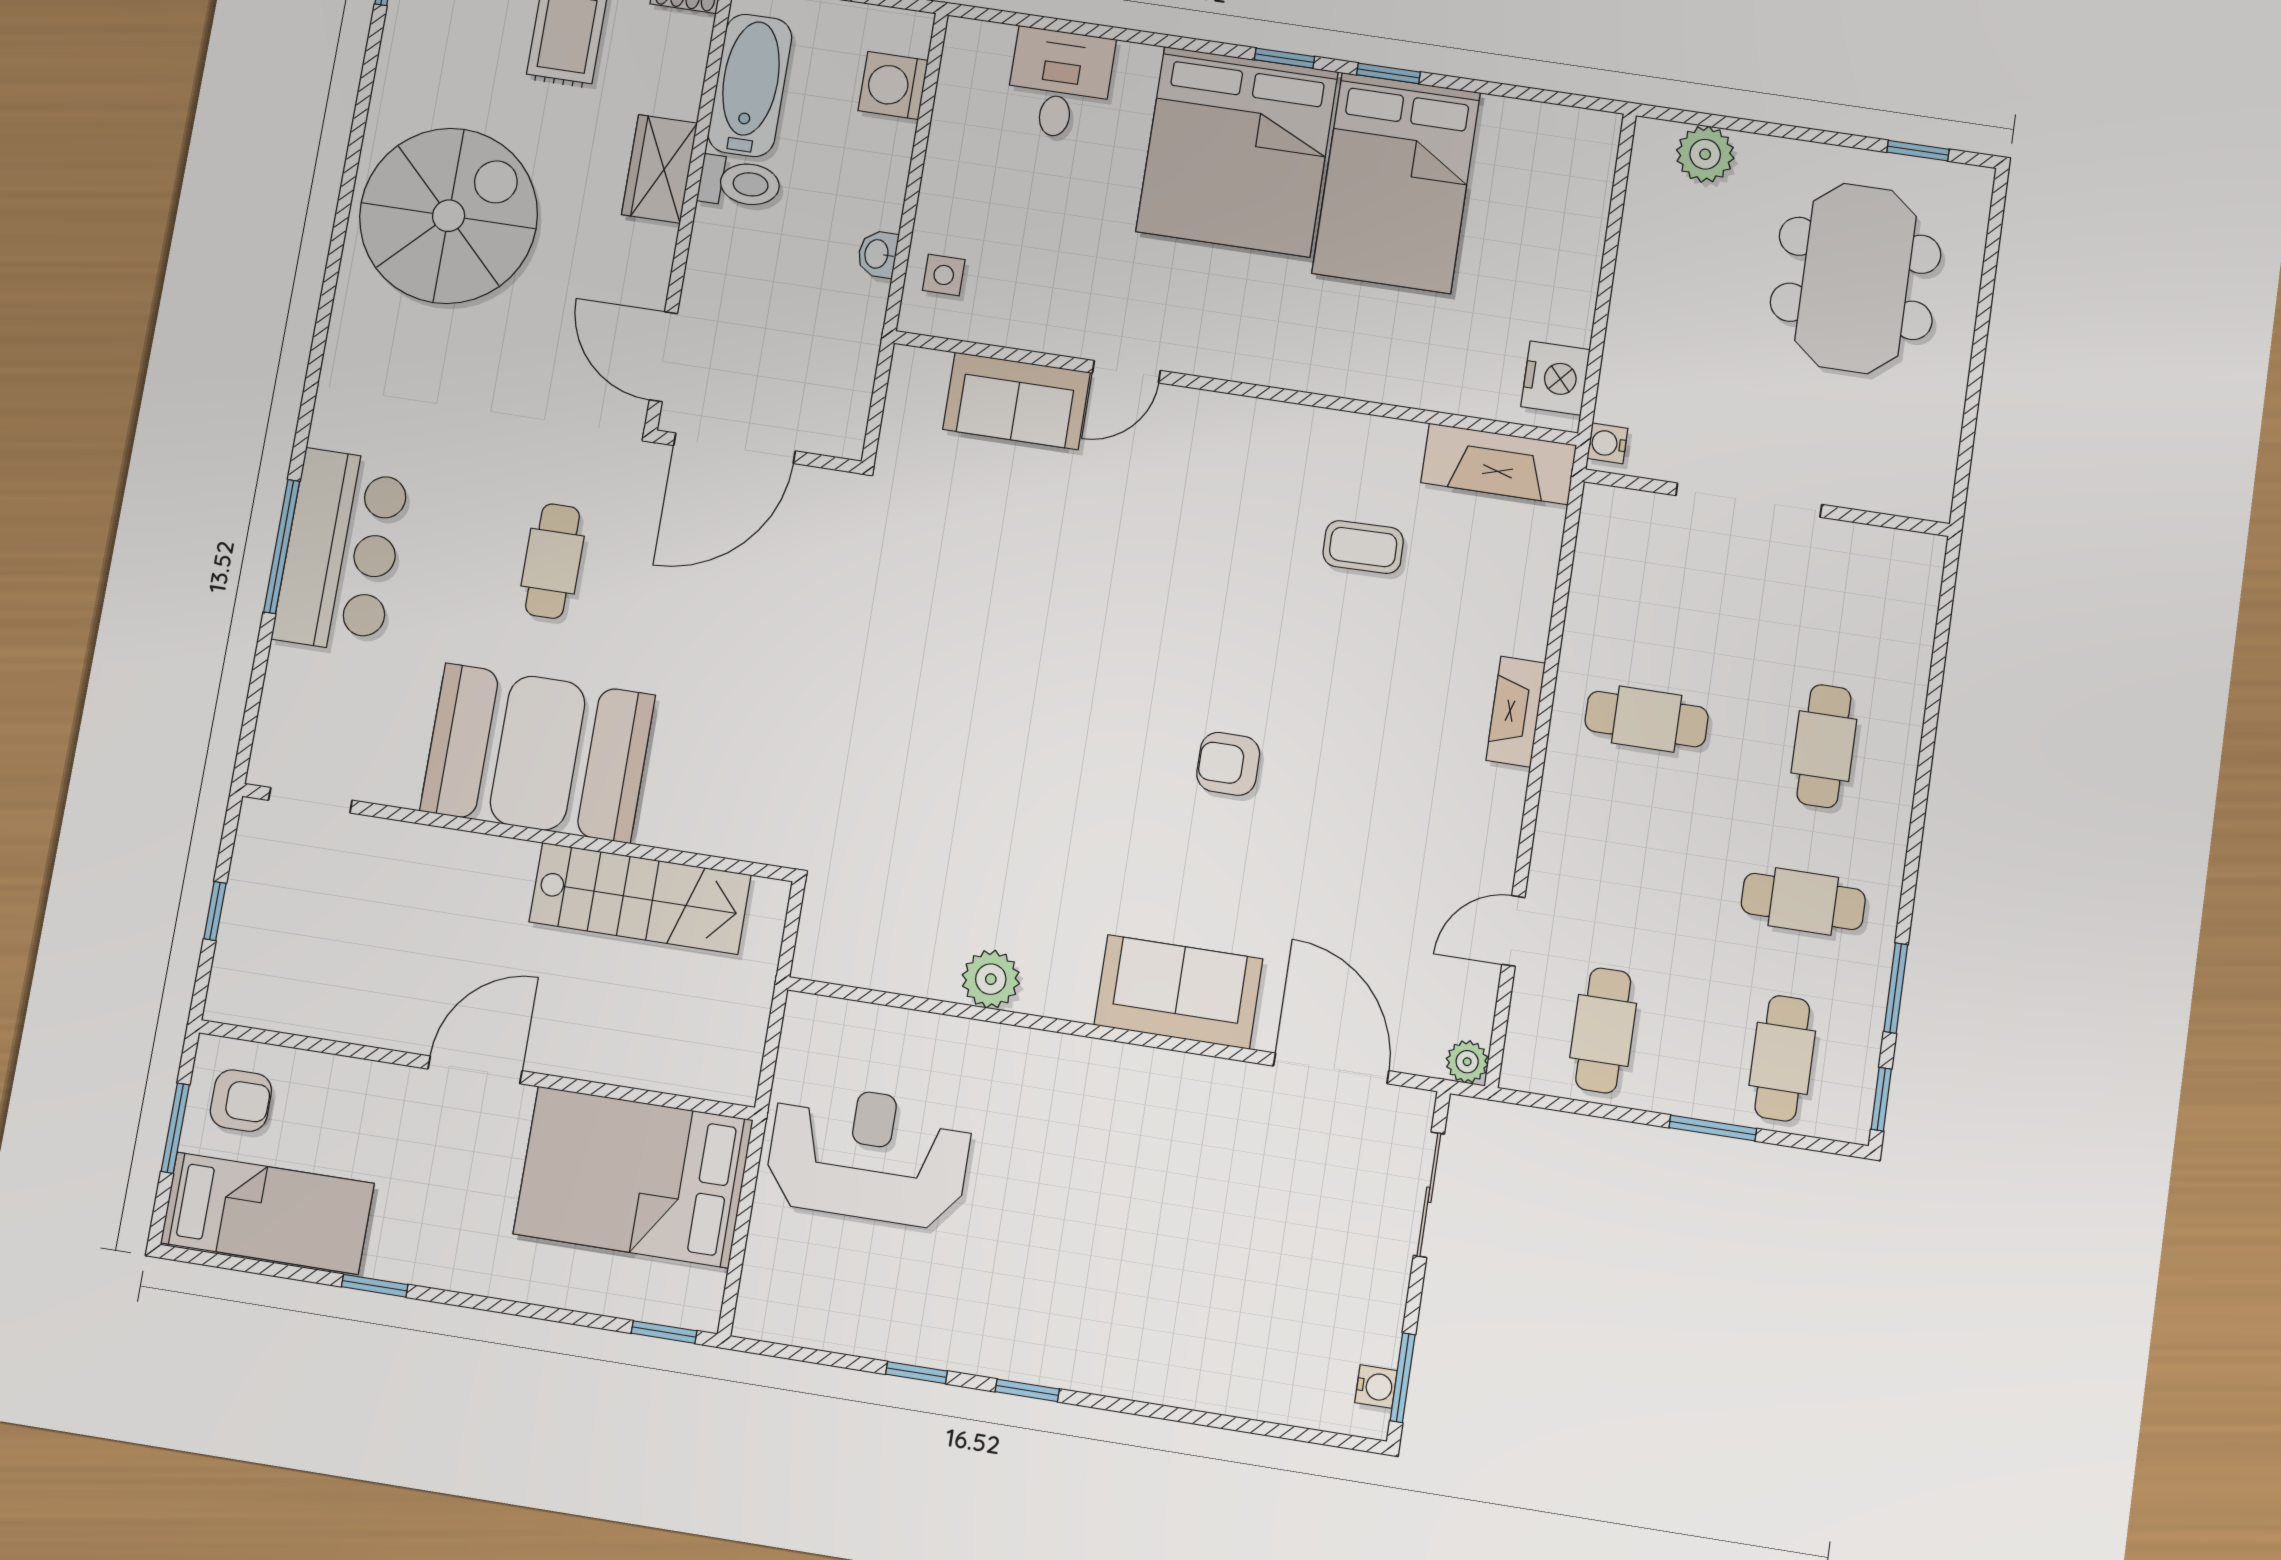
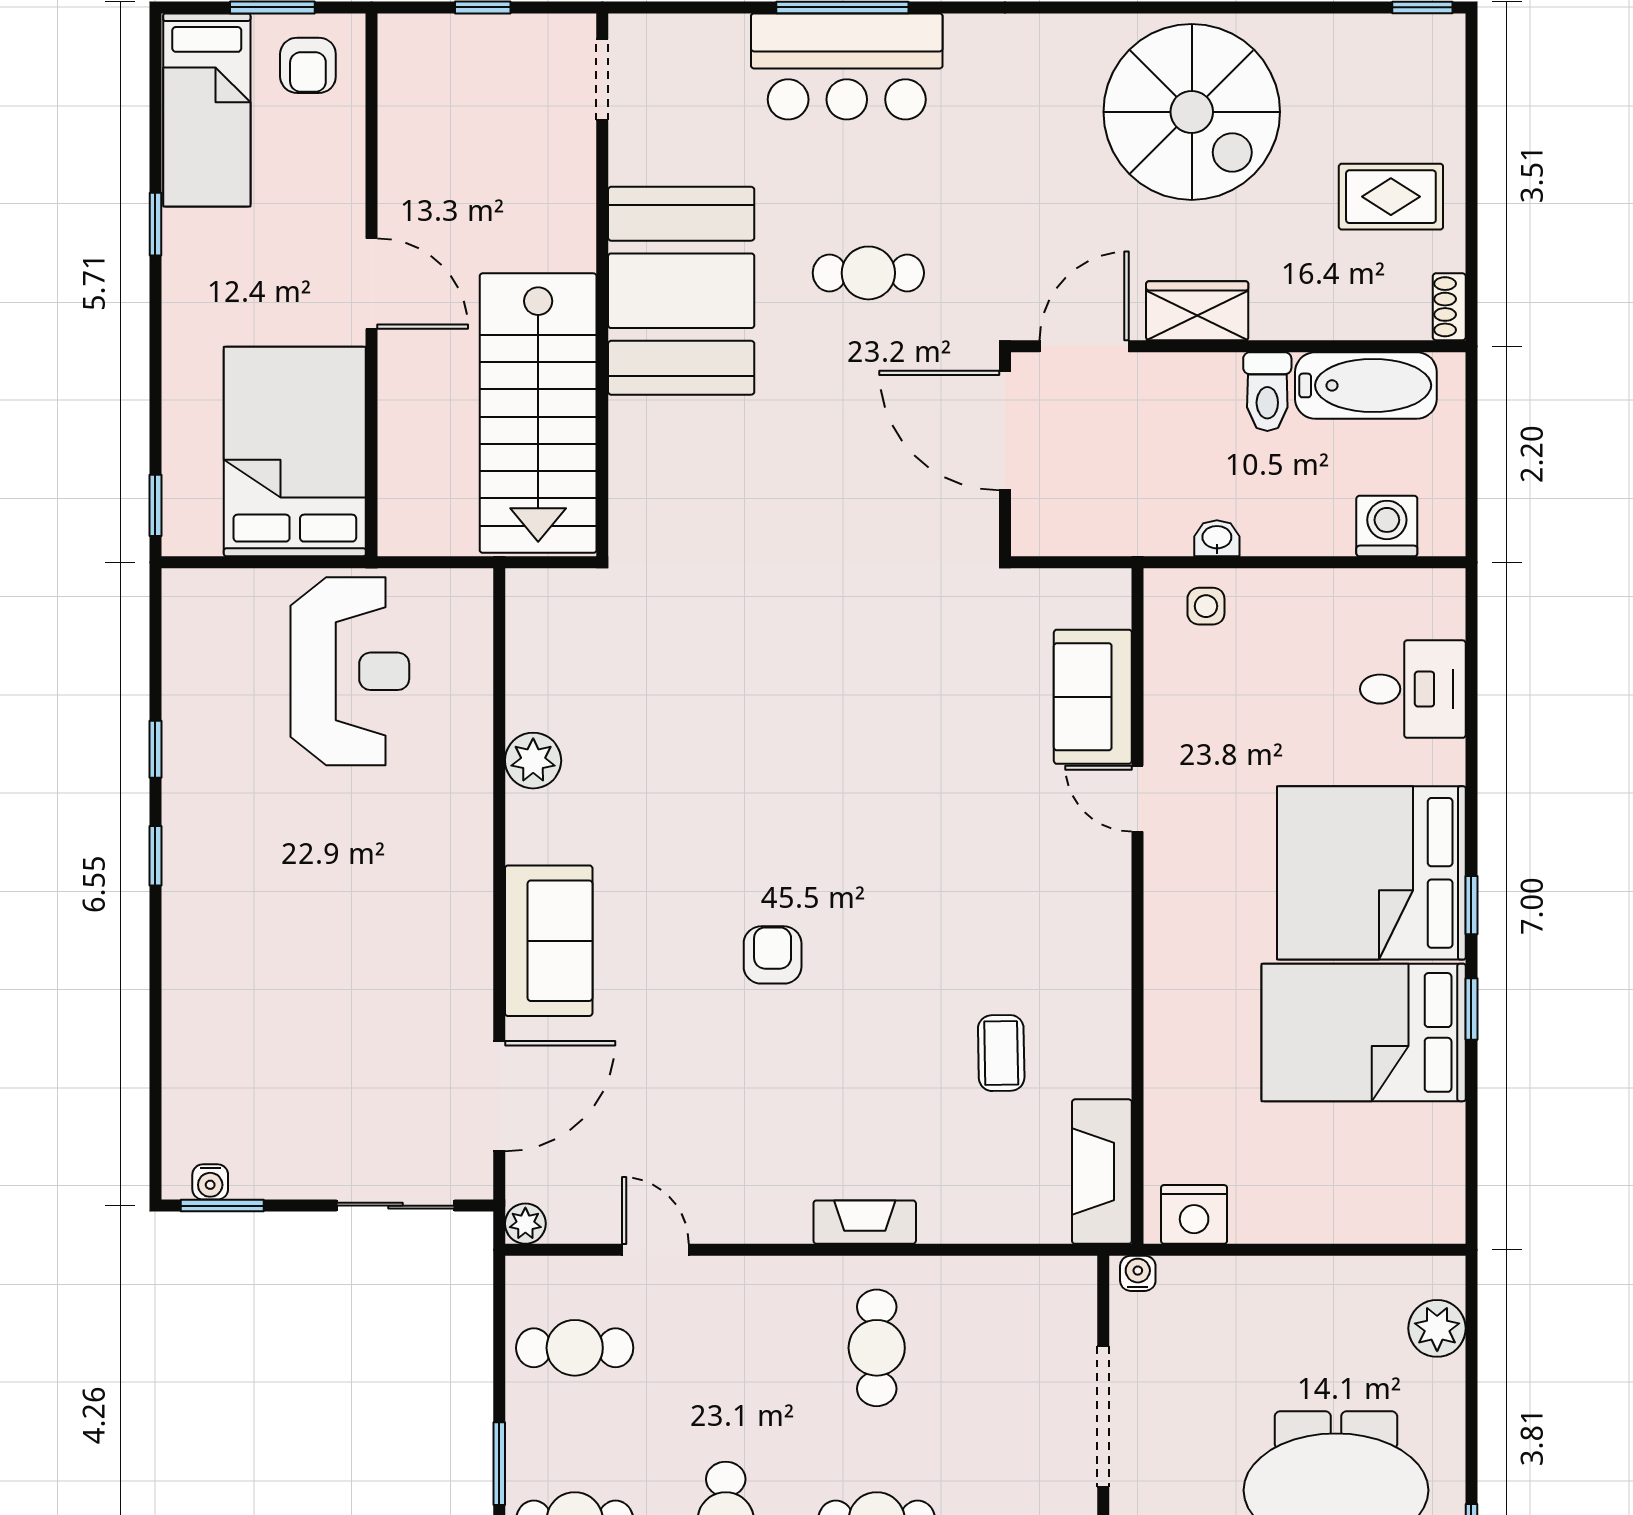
wardrobe: (659, 169) -> (1197, 311), moved
stairs: (640, 898) -> (538, 413), width x1.36, depth x1.51

